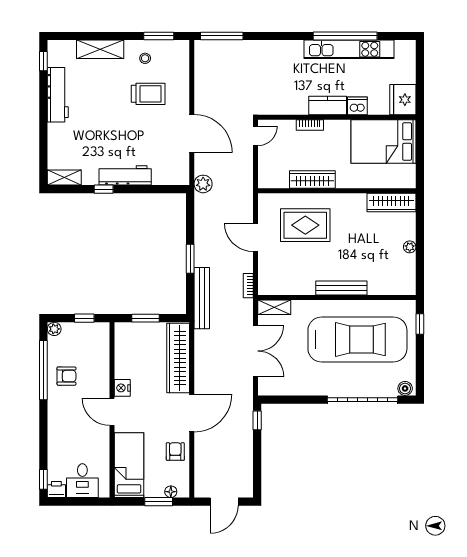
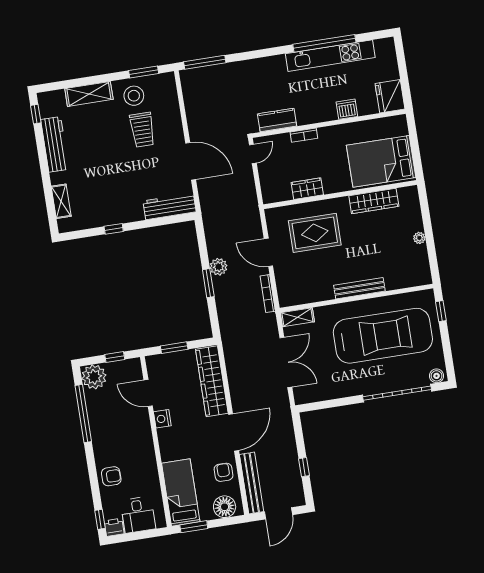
stool: (145, 58) -> (134, 96), width x1.89, depth x1.89
trolley: (148, 94) -> (142, 130), turned 90
kitchen counter: (328, 106) -> (277, 120), moved
bed: (383, 142) -> (381, 161), moved
workbench: (125, 175) -> (170, 206), moved
shelving: (64, 178) -> (61, 201), moved, turned 90
wardrobe: (312, 179) -> (307, 189), width x0.67
plant: (203, 184) -> (219, 267), moved
wardrobe: (391, 202) -> (374, 201), moved
bookcase: (248, 286) -> (268, 294), width x1.56
bench: (202, 298) -> (252, 483), moved
plant: (54, 329) -> (94, 377), width x1.87, depth x1.87
armchair: (67, 376) -> (111, 476), moved
door: (112, 412) -> (148, 393), moved
window: (257, 420) -> (304, 467), moved
floor lamp: (171, 492) -> (225, 507), width x1.89, depth x1.89
window: (159, 502) -> (194, 527), moved

